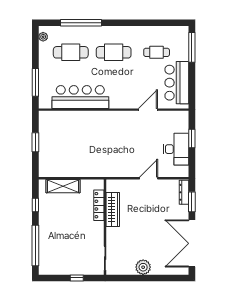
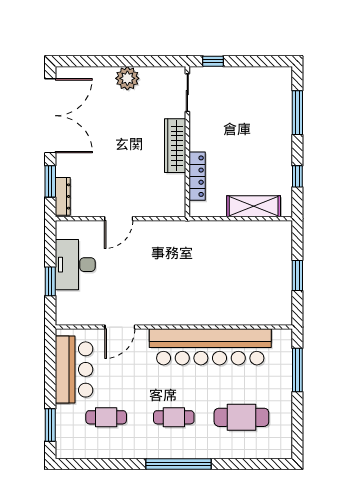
window: (81, 23) -> (179, 464), moved
plant: (43, 37) -> (285, 442), removed
window: (192, 47) -> (50, 425), width x0.69
cafe table: (114, 52) -> (174, 417), width x0.73, depth x0.74
bar counter: (80, 97) -> (210, 347), width x1.36
wardrobe: (113, 209) -> (175, 146), moved
window: (35, 245) -> (297, 113), width x0.68
window: (77, 278) -> (213, 61), moved

